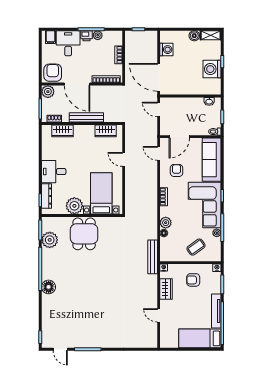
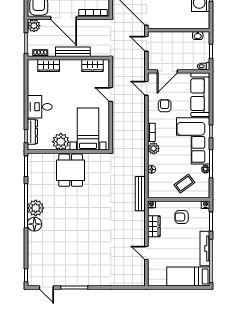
plant: (166, 223) -> (154, 148), moved
plant: (50, 240) -> (36, 208), moved

